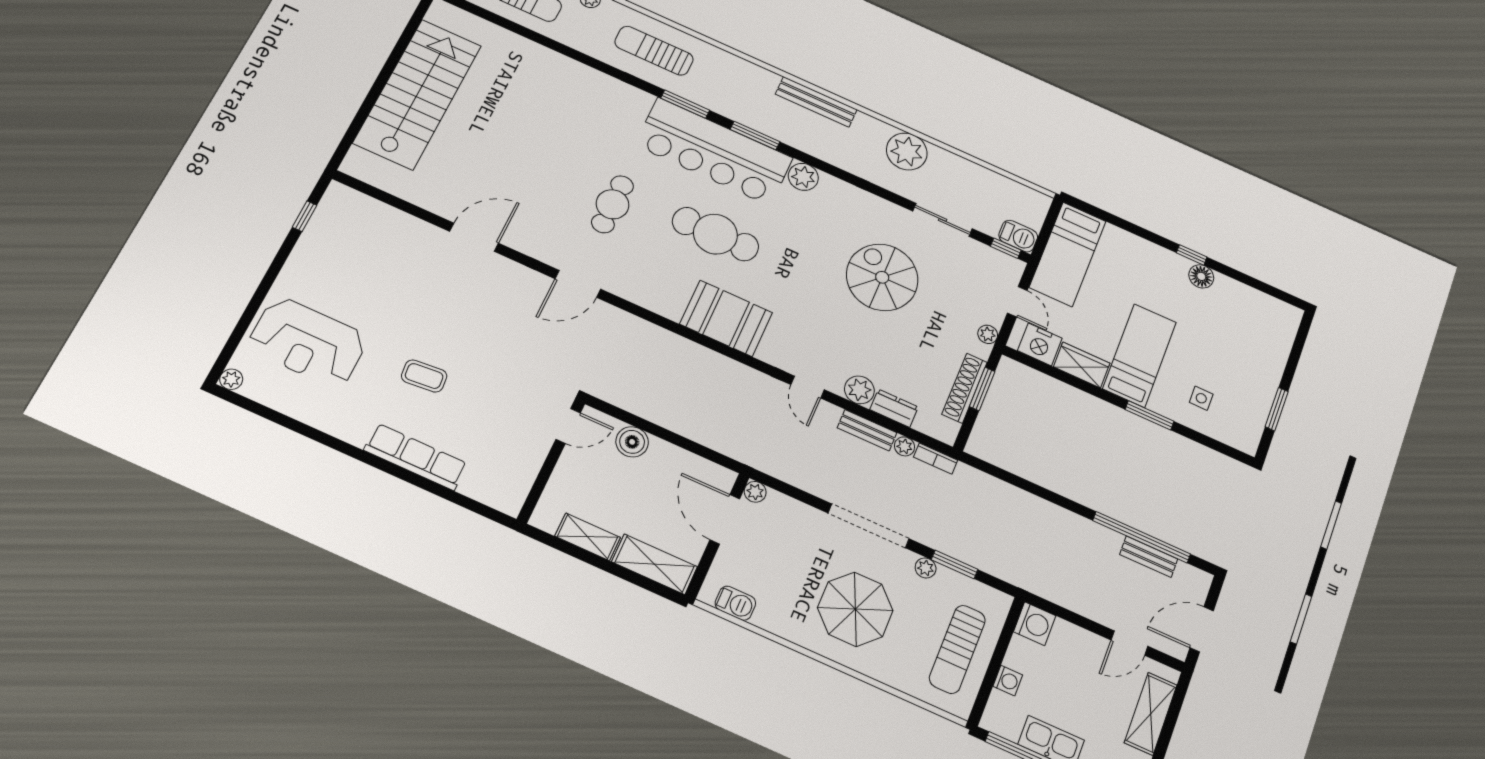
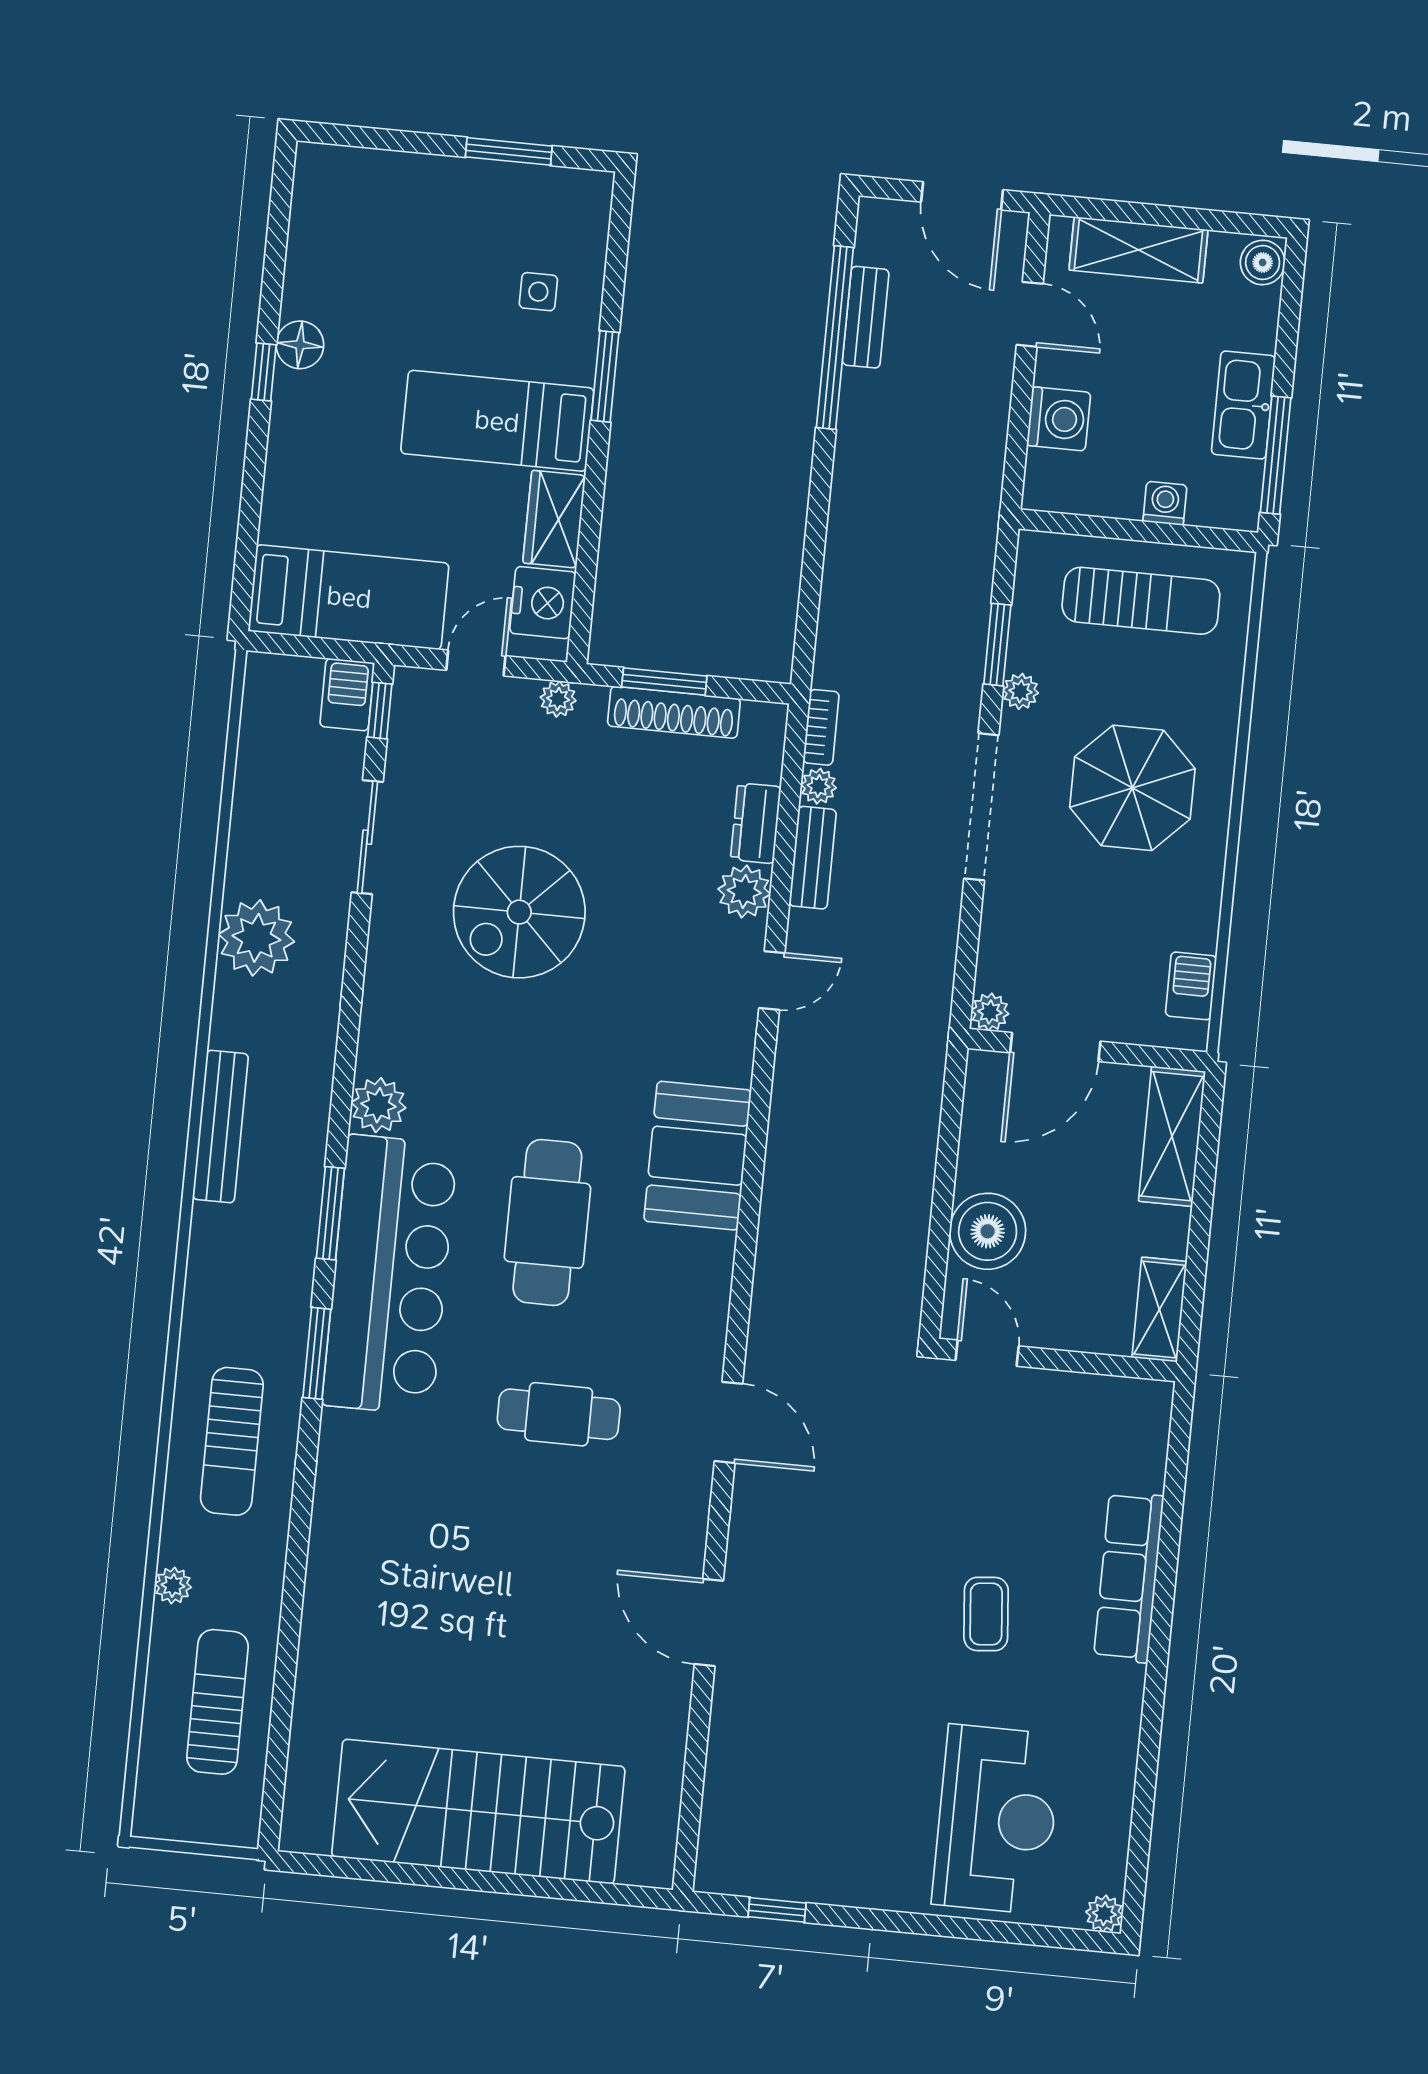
boiler: (632, 442) -> (988, 1231), width x1.37, depth x1.37
shelving: (588, 537) -> (1159, 1310), moved
washing machine: (1035, 624) -> (1059, 419), moved, turned 90

